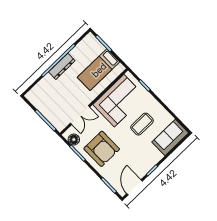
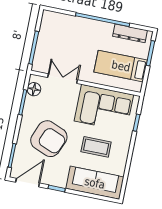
dresser: (62, 66) -> (130, 33), moved
double door: (80, 115) -> (63, 79), swing flipped
sofa: (170, 137) -> (95, 183), width x1.36
armchair: (102, 149) -> (49, 139), moved, turned -68

